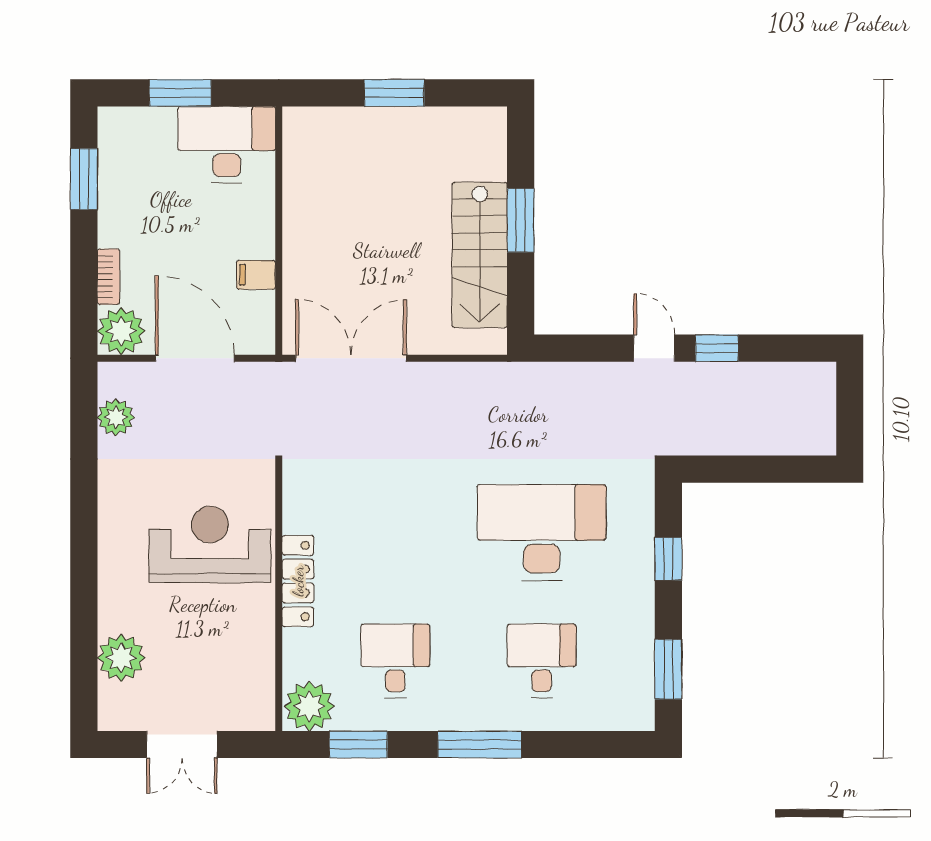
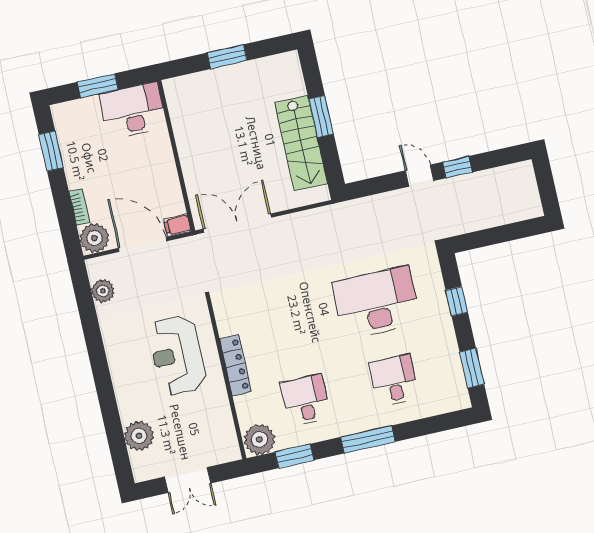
filing cabinet: (256, 275) -> (177, 225), moved
reception desk: (210, 544) -> (177, 355), turned -90

